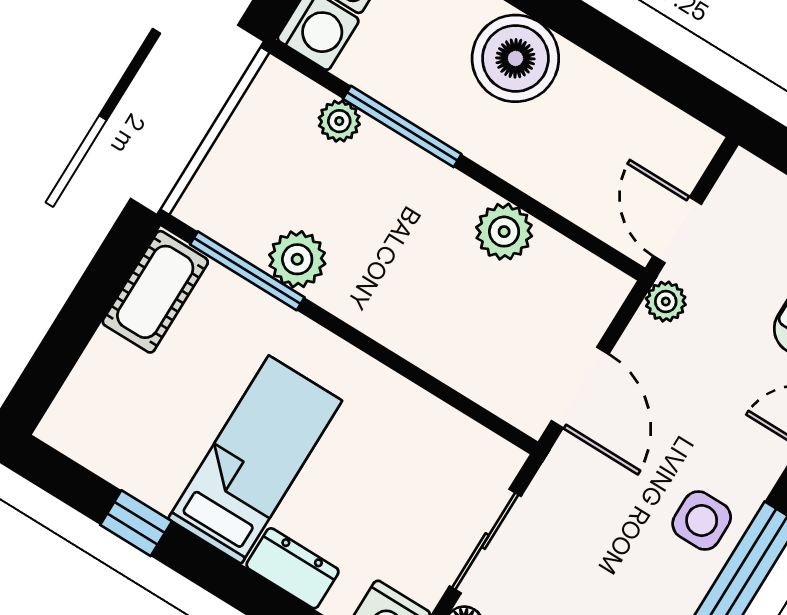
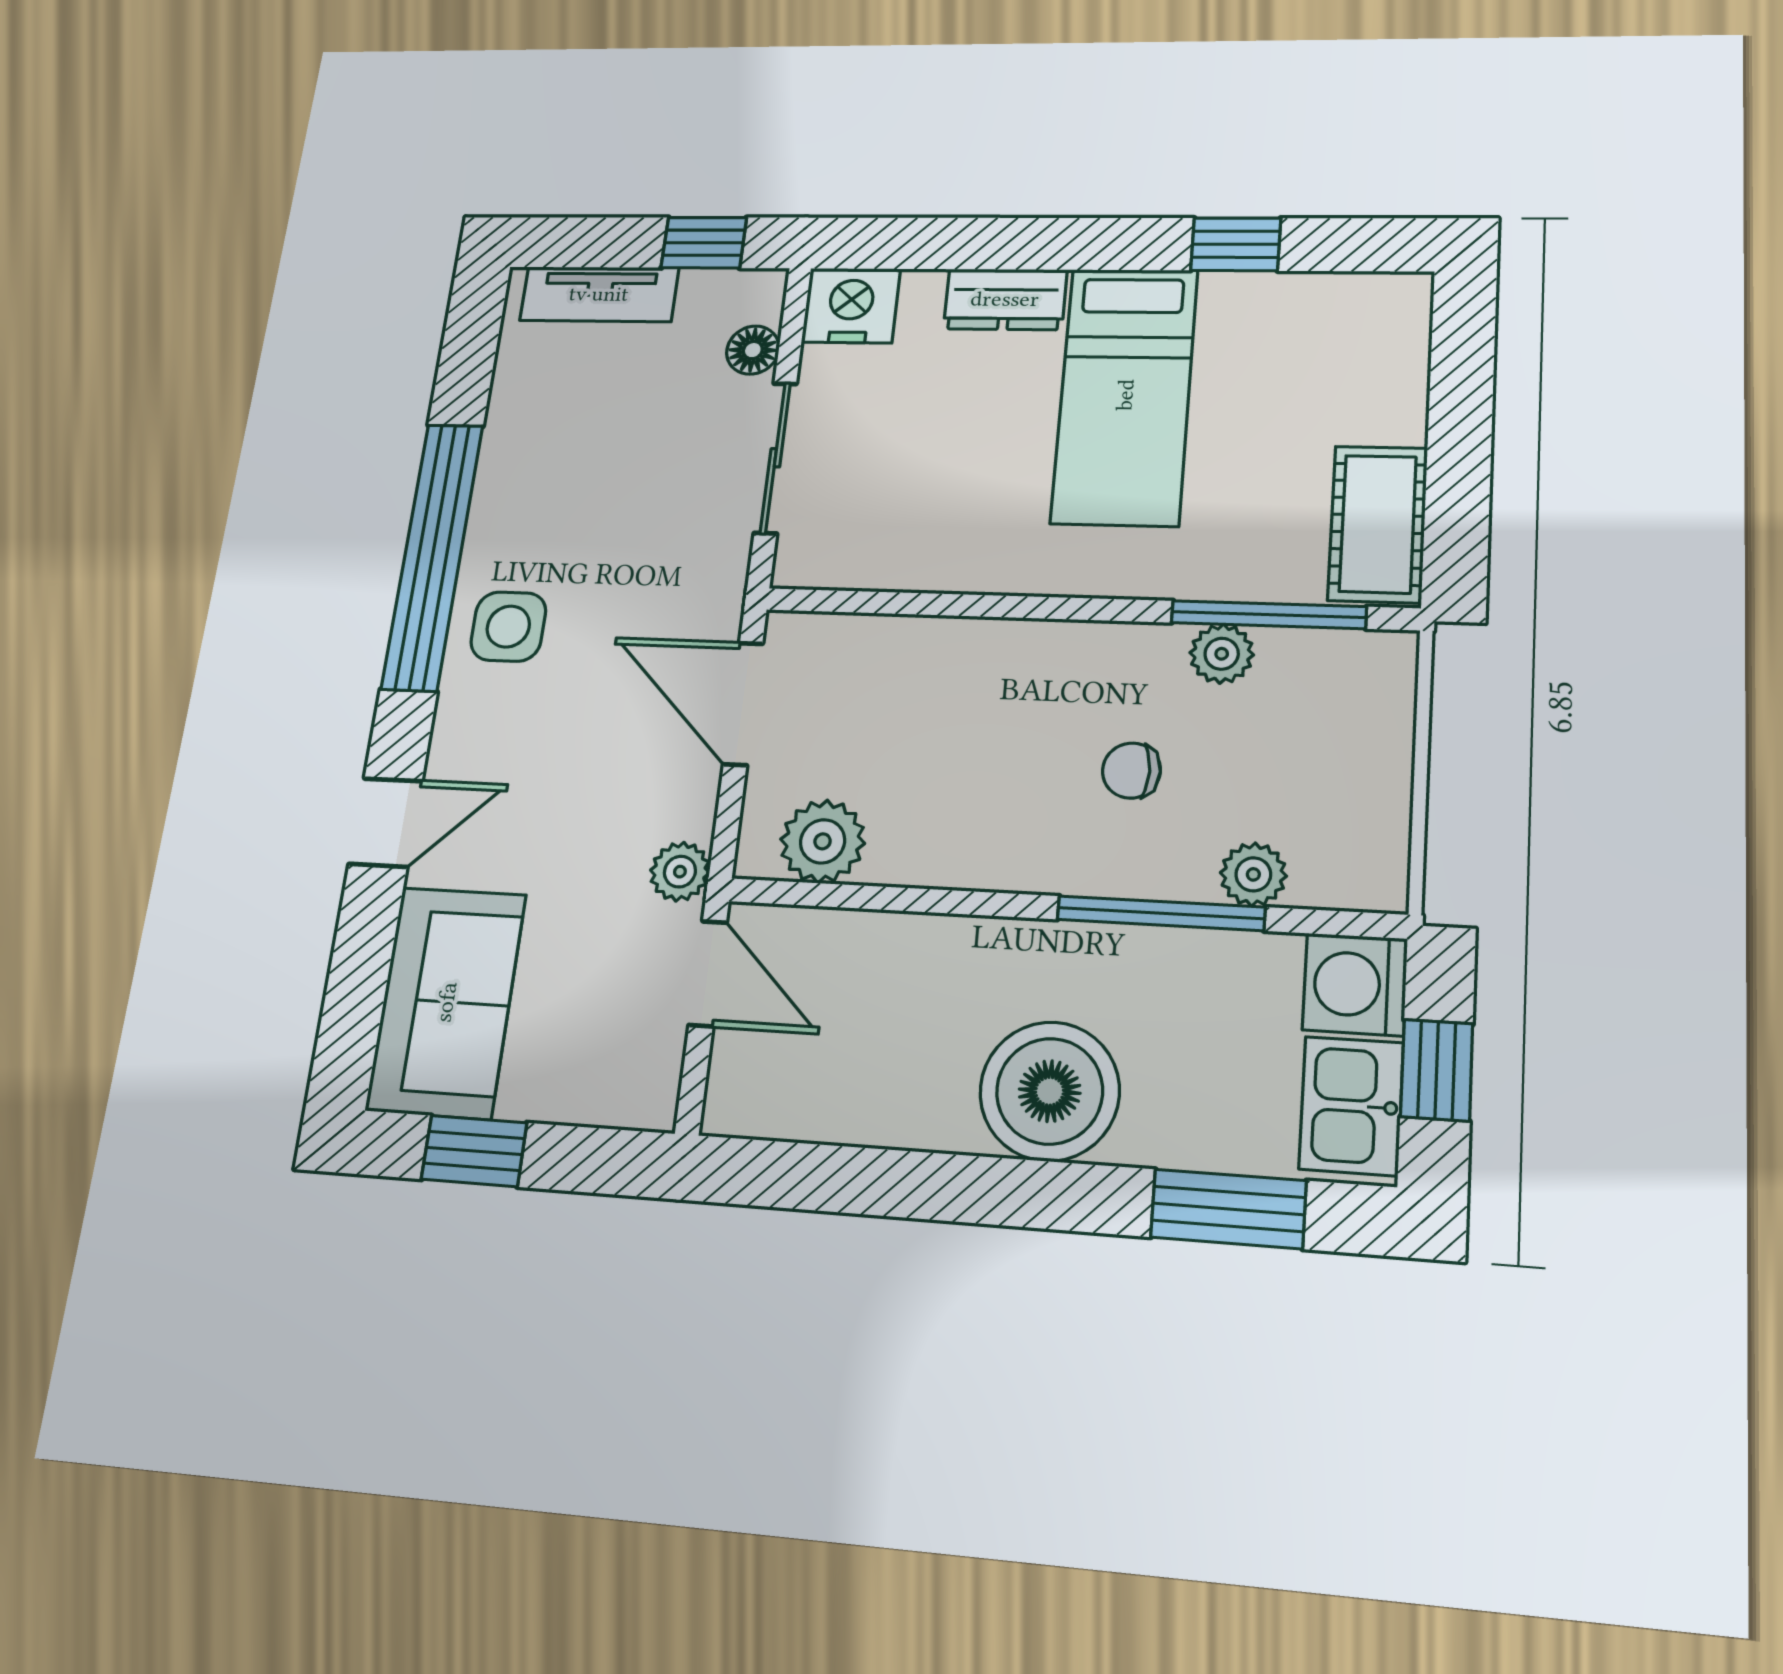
chair: (375, 219) -> (1131, 771), added
plant: (504, 232) -> (823, 841), moved
plant: (297, 259) -> (1222, 654), width x0.73, depth x0.73

